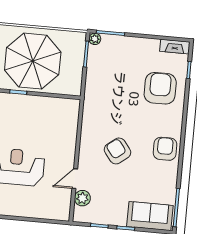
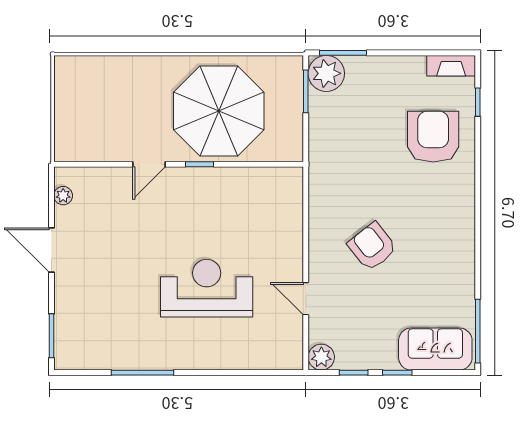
plant: (95, 39) -> (326, 73), width x1.88, depth x1.88
armchair: (165, 149) -> (450, 236), removed
door: (75, 179) -> (306, 299), hinge flipped
plant: (82, 198) -> (321, 357), moved

